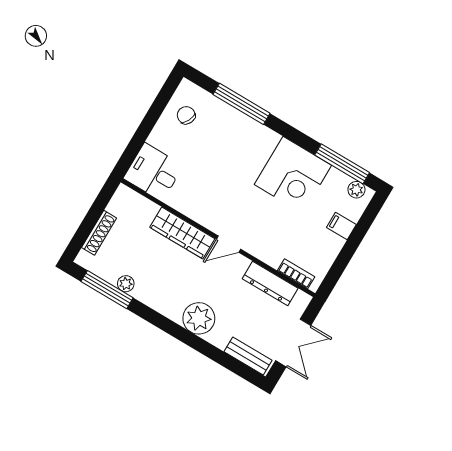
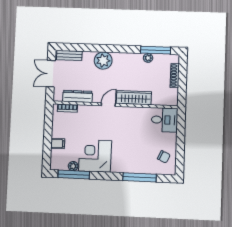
plant: (356, 190) -> (73, 166), moved

